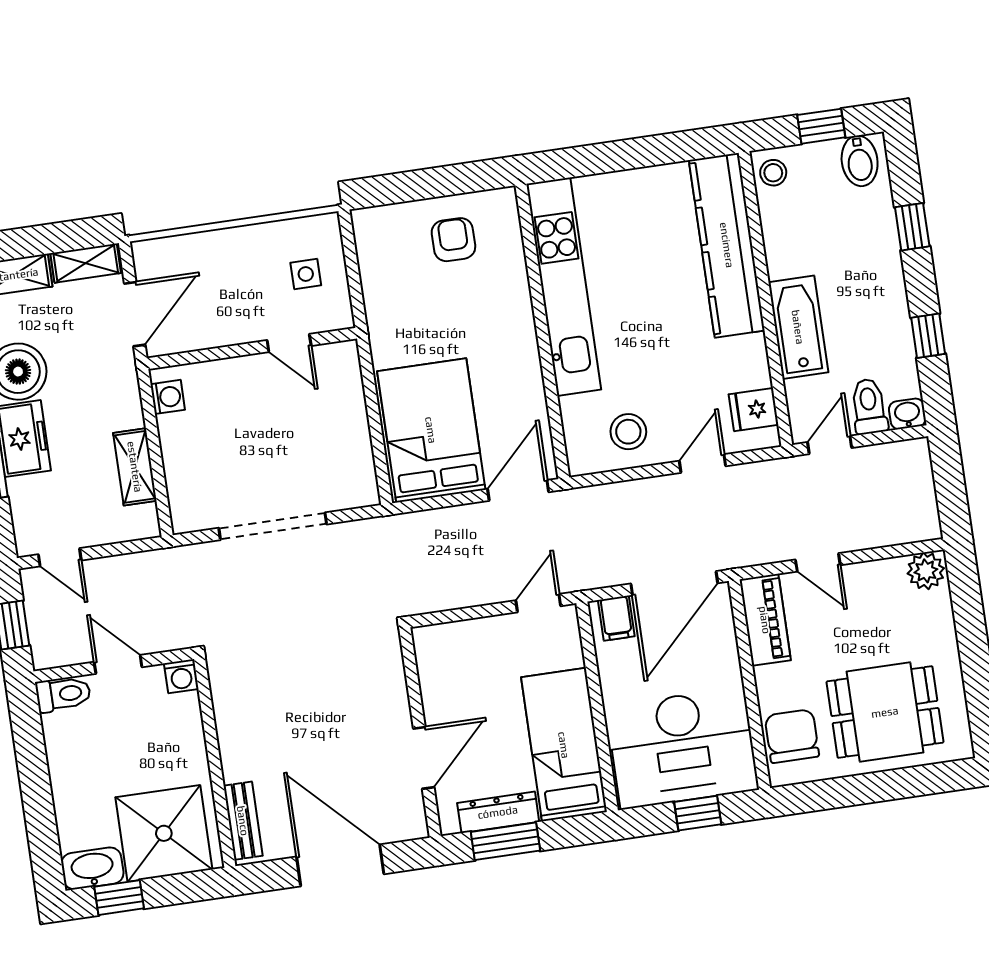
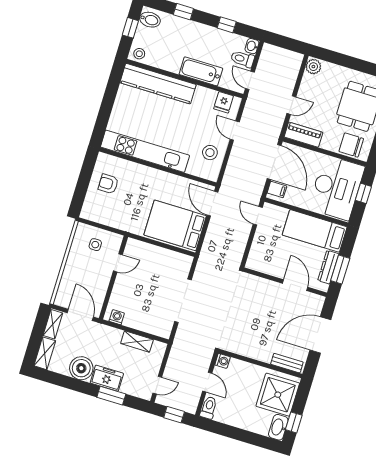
door: (118, 664) -> (207, 382), swing flipped

